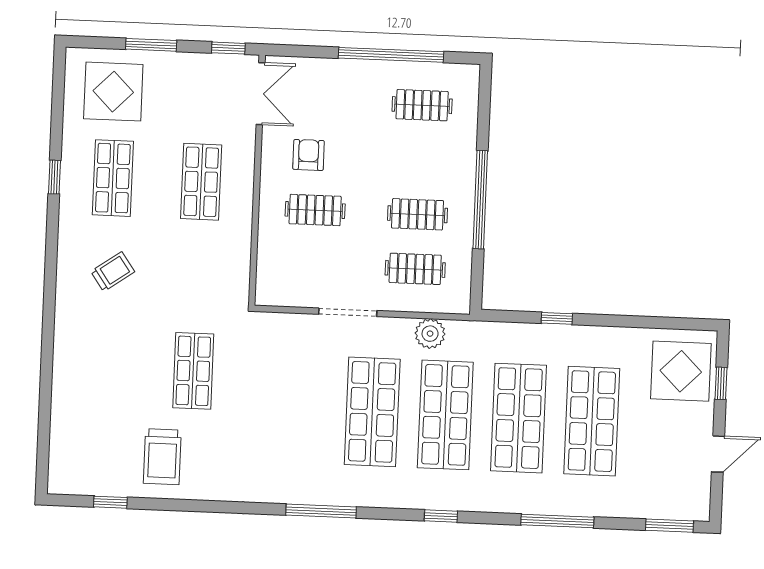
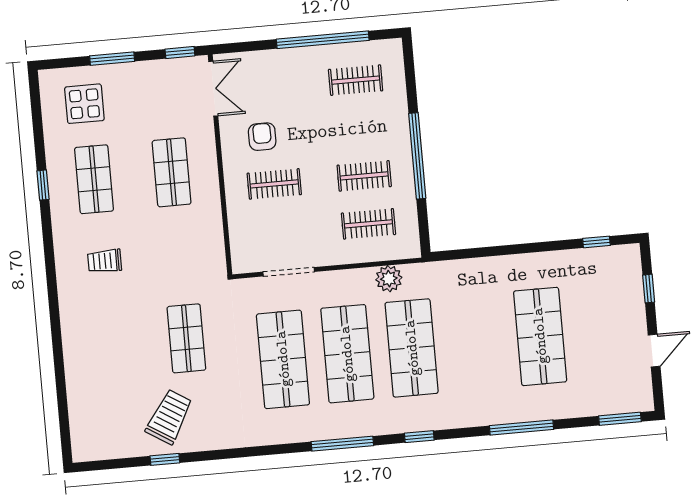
display table: (113, 92) -> (84, 104), width x0.73, depth x0.73
trolley: (113, 272) -> (105, 261), turned -145
doorway: (348, 312) -> (289, 272), moved
window: (557, 318) -> (596, 242), moved
display table: (681, 371) -> (612, 283), removed
shop shelf: (519, 418) -> (283, 359), moved
trolley: (162, 457) -> (169, 417), turned -148
window: (110, 502) -> (165, 459), moved
window: (321, 511) -> (342, 444), moved

